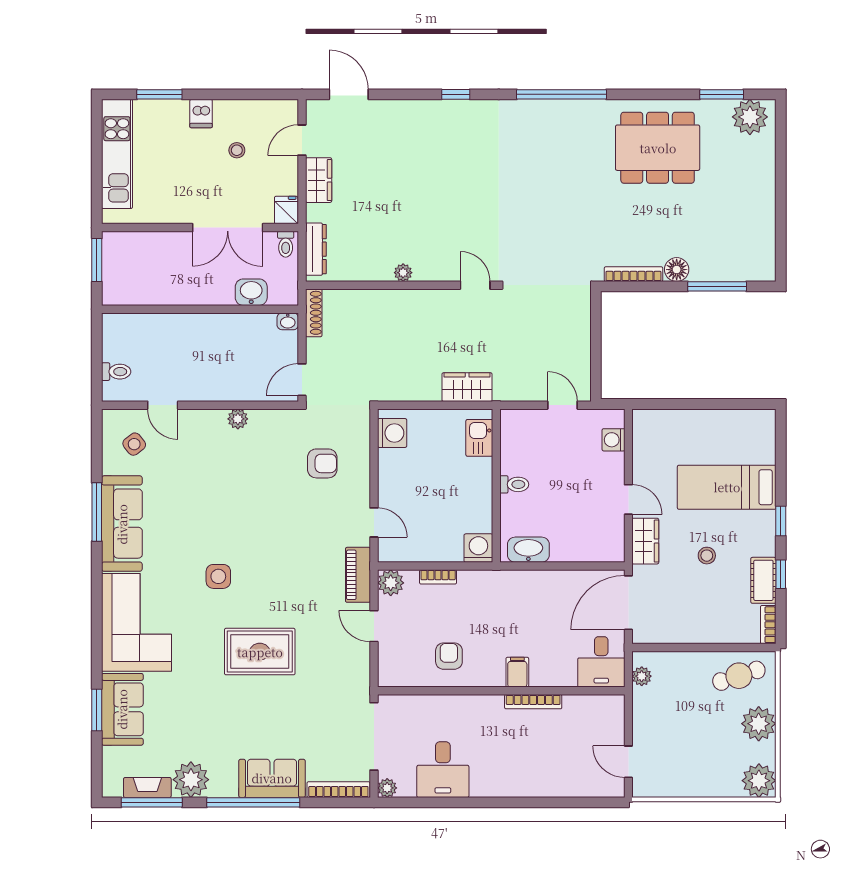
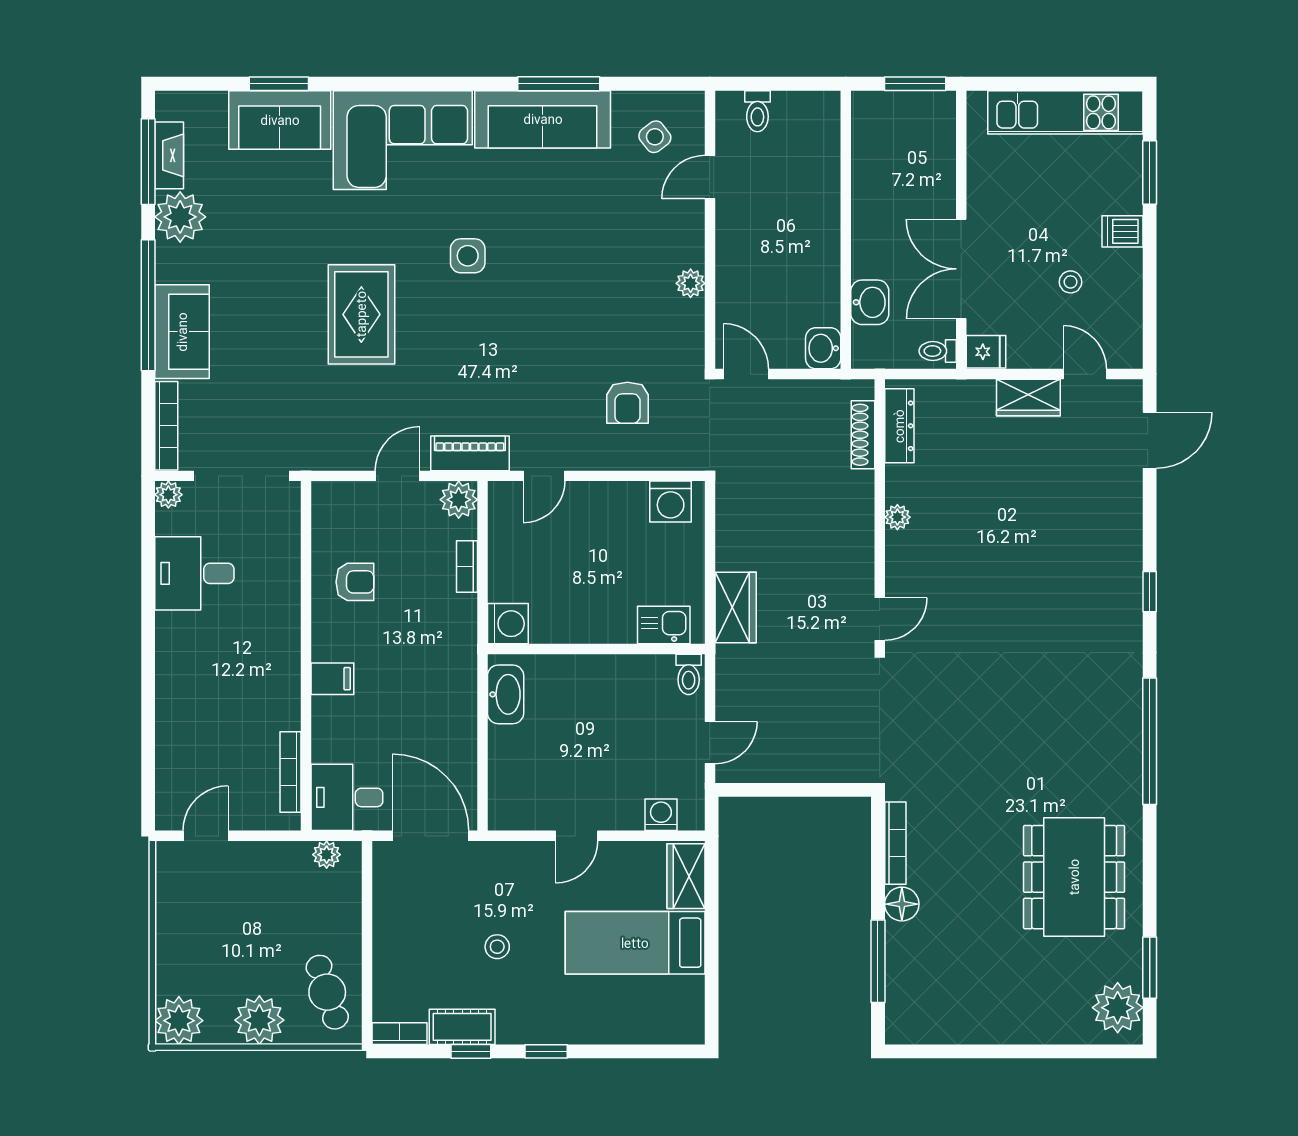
dresser: (316, 249) -> (899, 426), moved, turned -90
shoe rack: (314, 313) -> (863, 435), moved, turned 90
washbasin: (288, 321) -> (823, 348), width x1.38, depth x1.45
toilet: (514, 484) -> (689, 674), moved
bed: (727, 487) -> (635, 943), moved, turned -90
wardrobe: (645, 541) -> (686, 876), moved, turned 90
bookcase: (533, 702) -> (291, 772), moved

